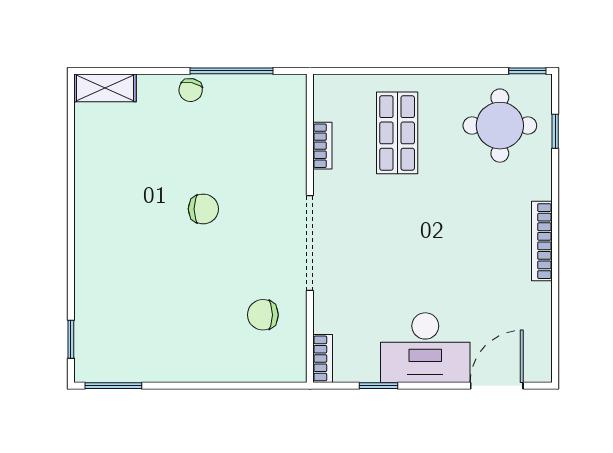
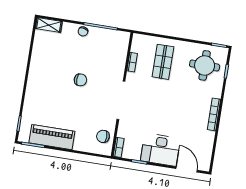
chair: (263, 315) -> (103, 136), moved
piano: (156, 359) -> (52, 137), added
door: (497, 386) -> (187, 169), hinge flipped

